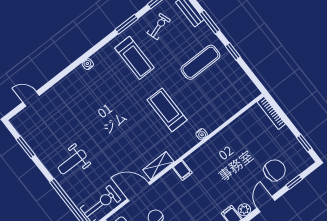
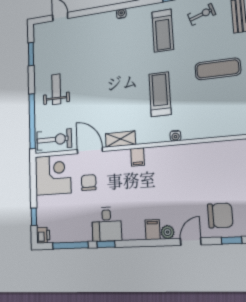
weight bench: (72, 162) -> (56, 89), turned 90

